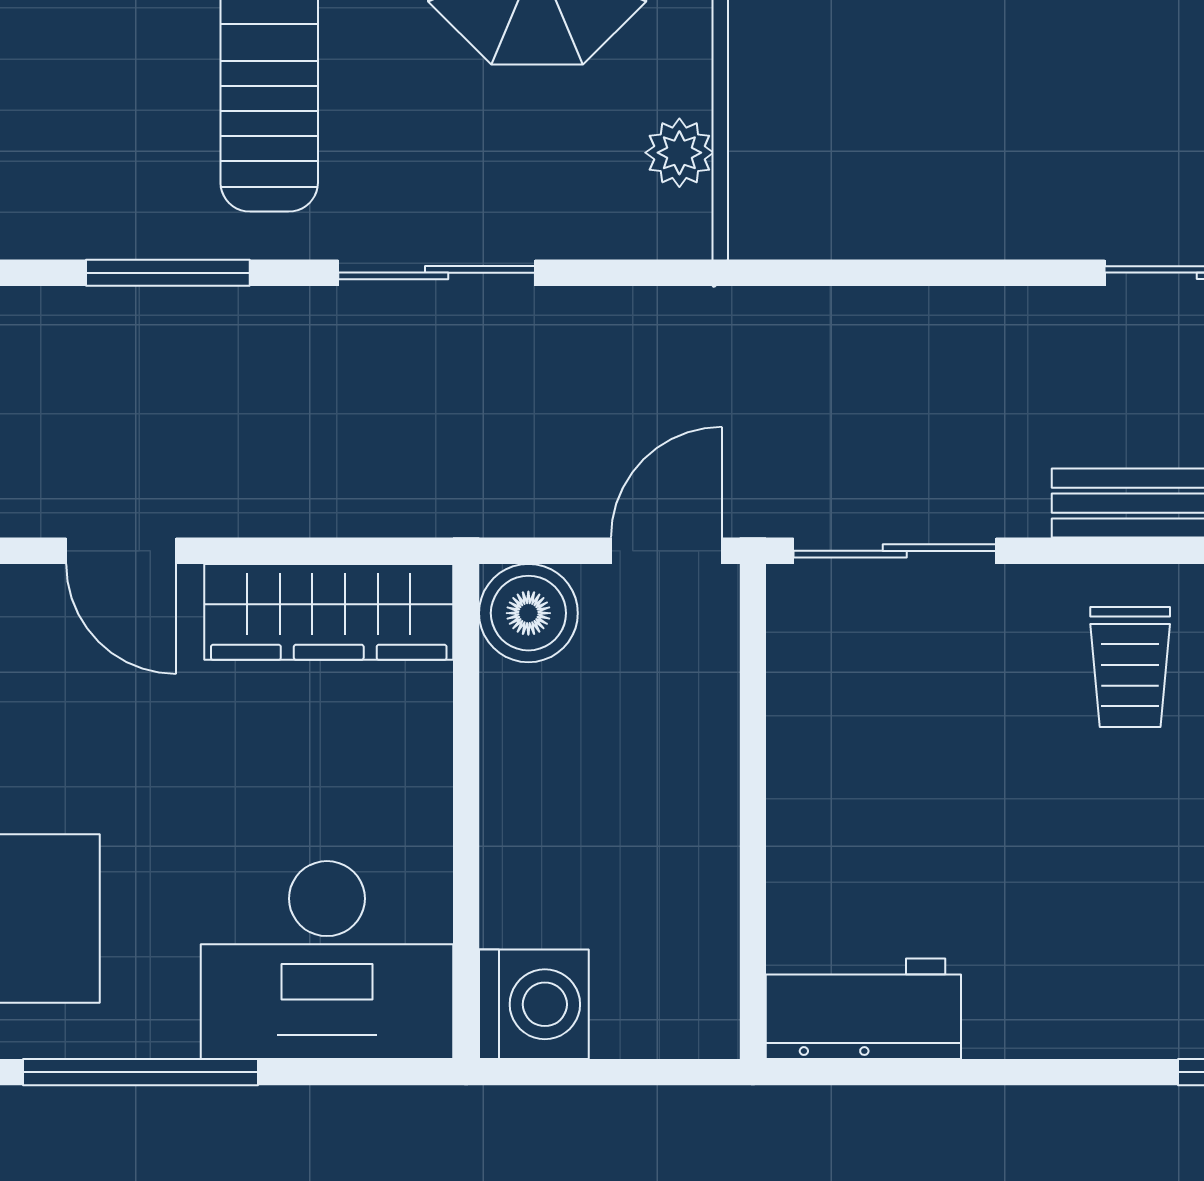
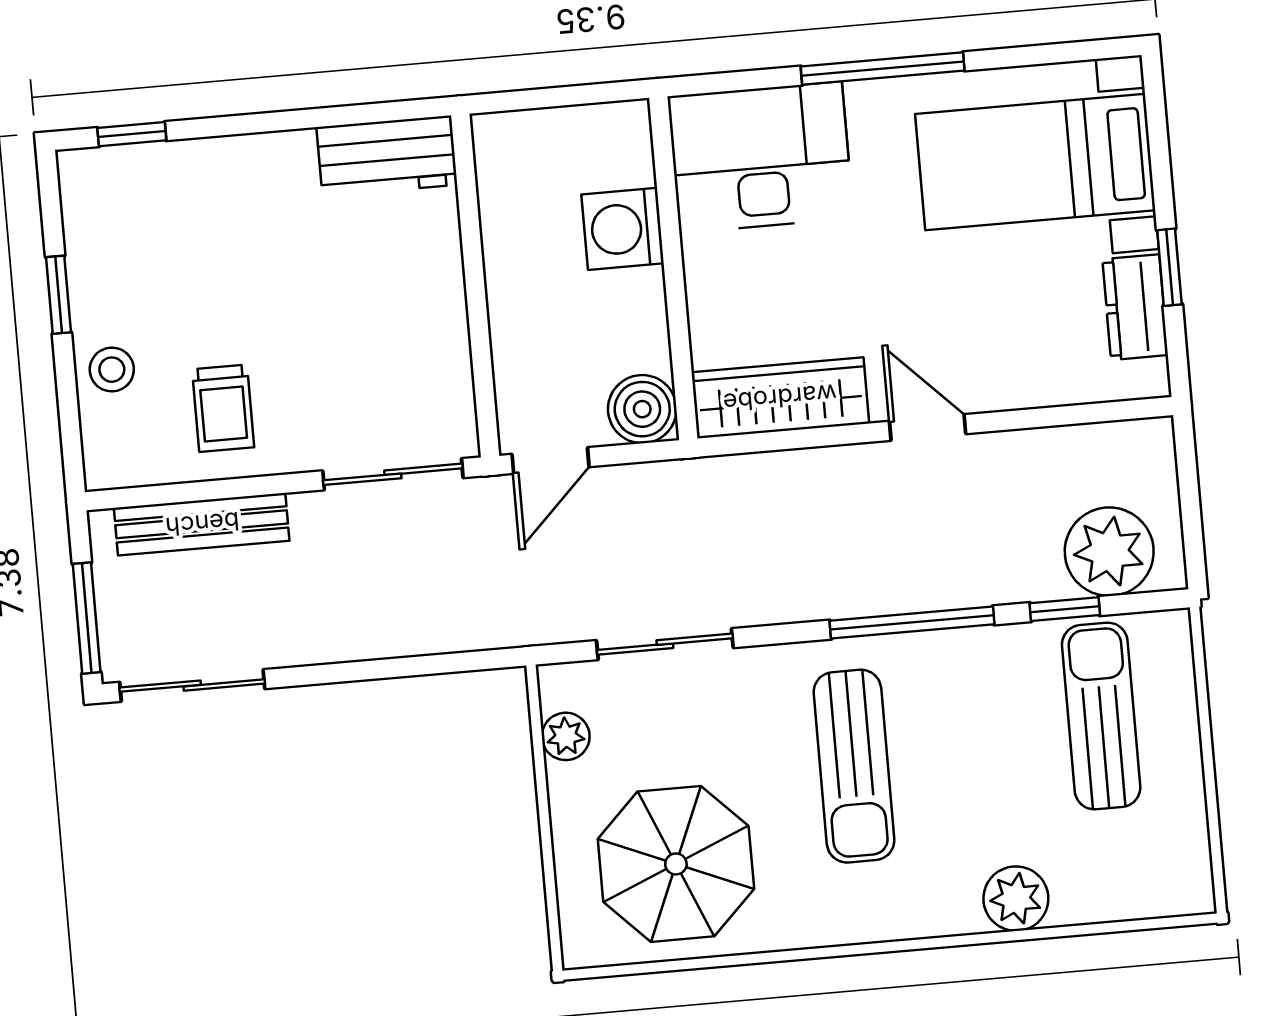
window: (168, 273) -> (912, 623), width x1.44
sliding door: (437, 273) -> (665, 644), moved
trolley: (1130, 667) -> (223, 408), turned 180
washing machine: (534, 1004) -> (623, 229), moved

